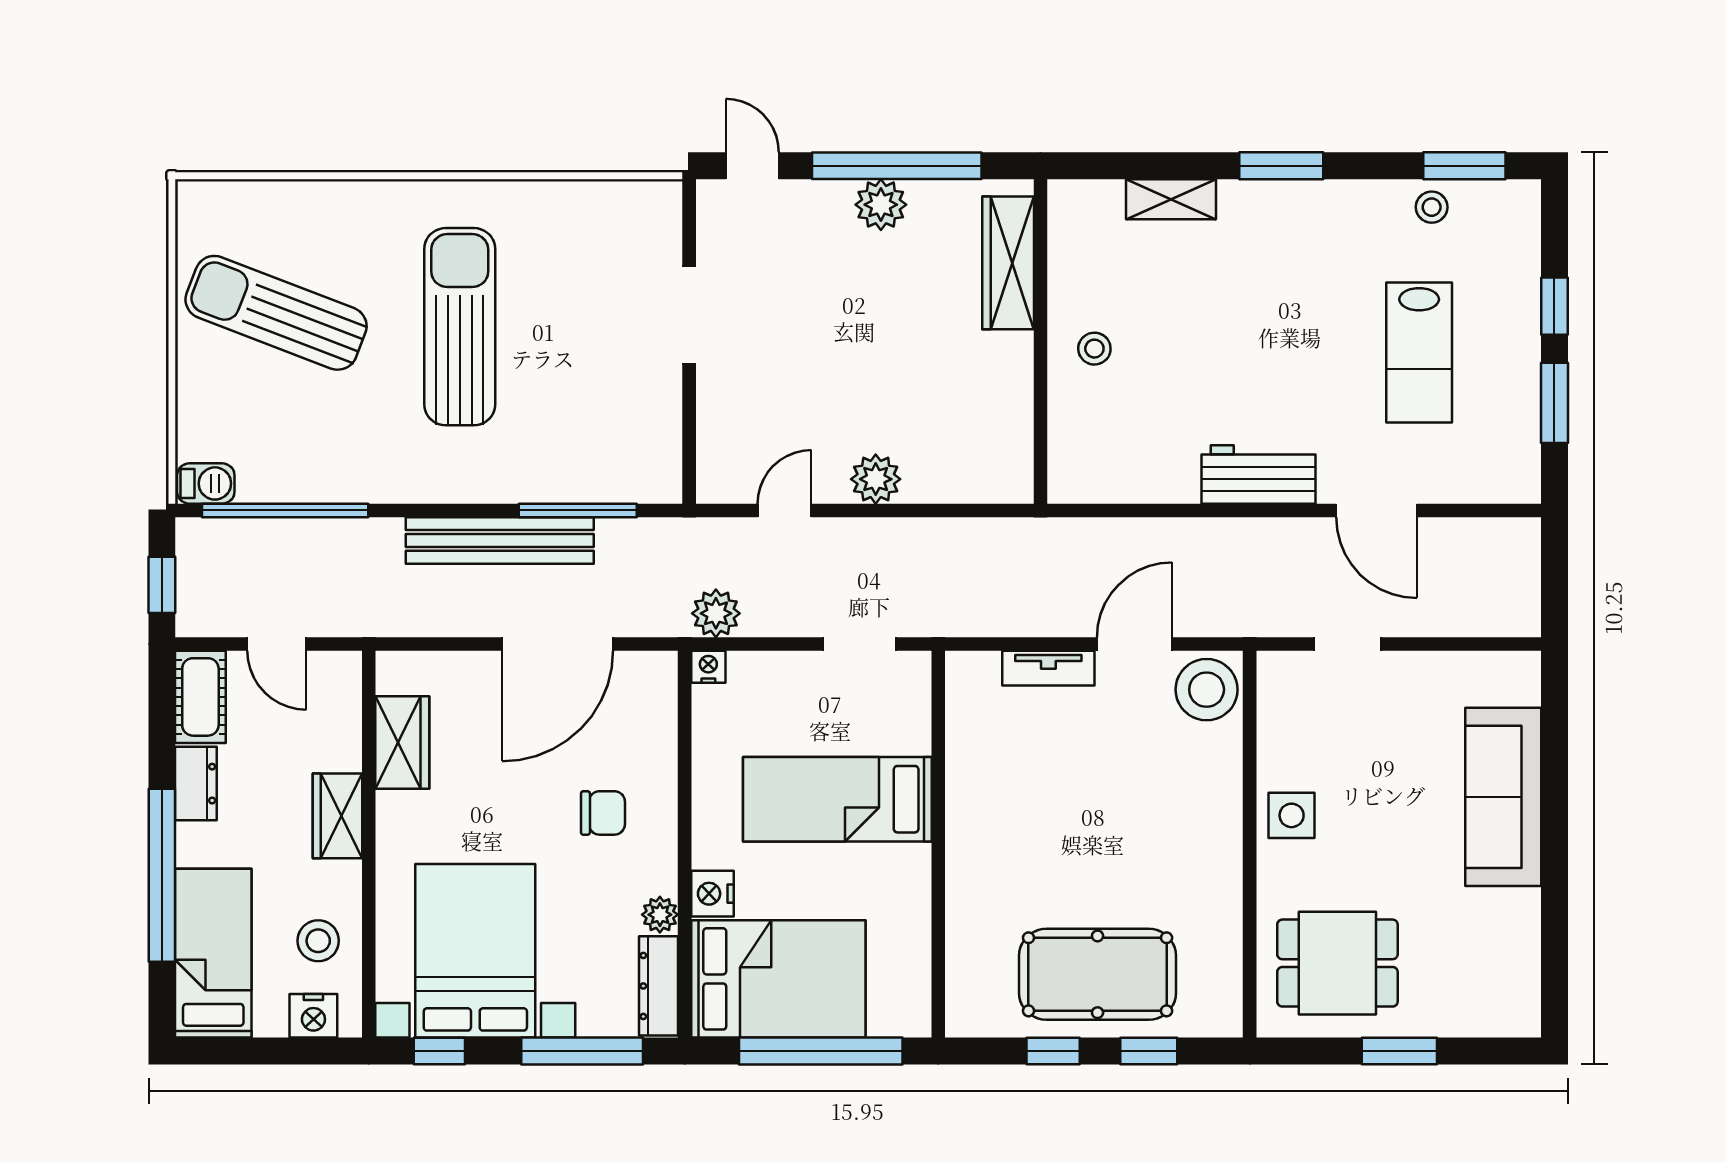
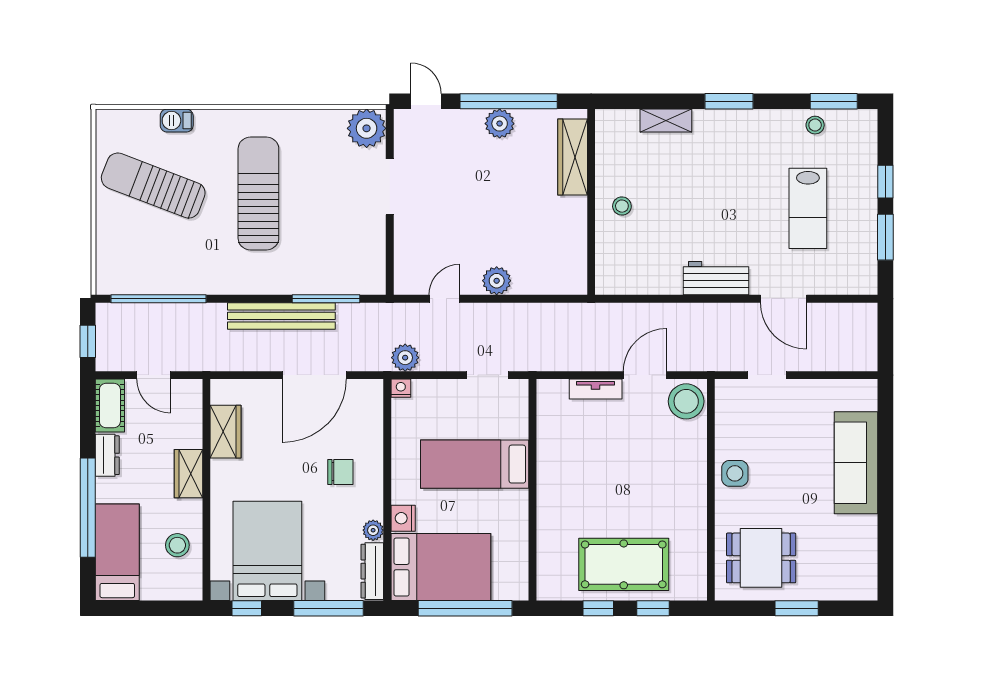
plant: (649, 213) -> (367, 128), added
barbecue: (206, 483) -> (177, 121), moved, turned 180
nightstand: (313, 1016) -> (175, 588), removed

